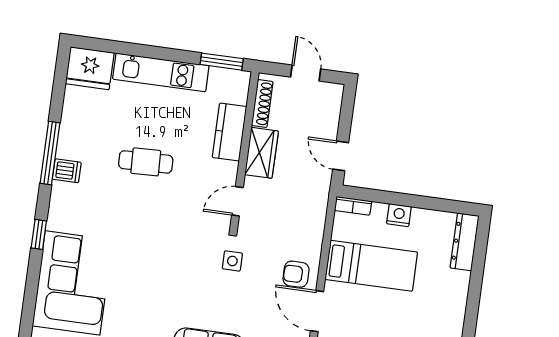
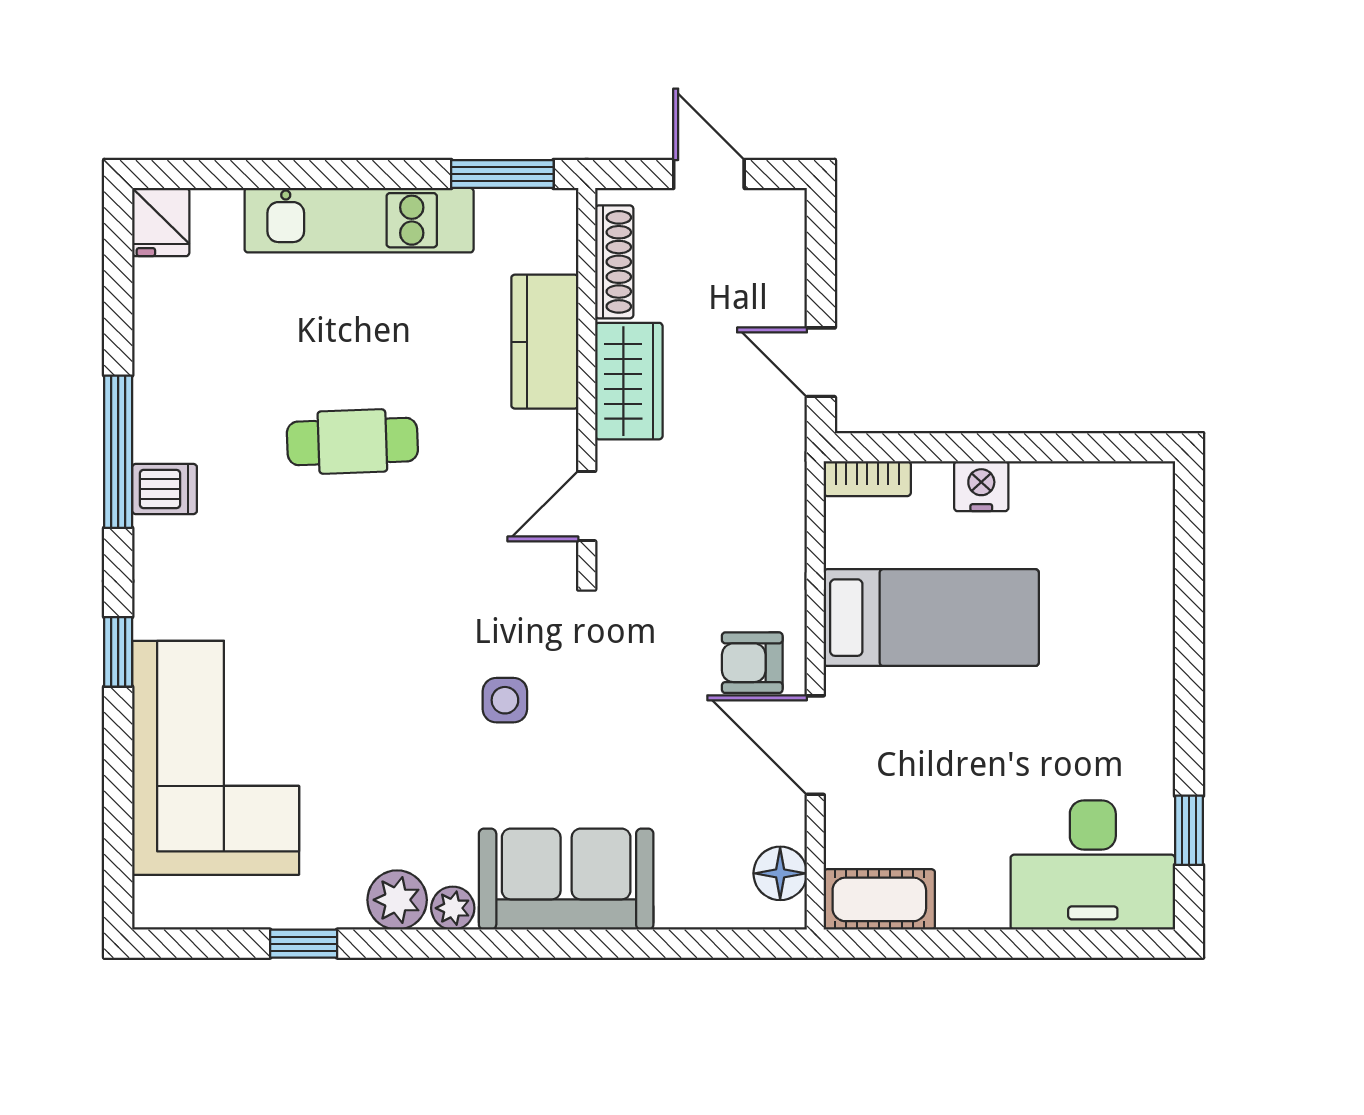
fridge: (90, 68) -> (161, 222), width x0.53, depth x0.75
dresser: (465, 242) -> (1148, 529), removed
side table: (232, 261) -> (505, 700), moved

